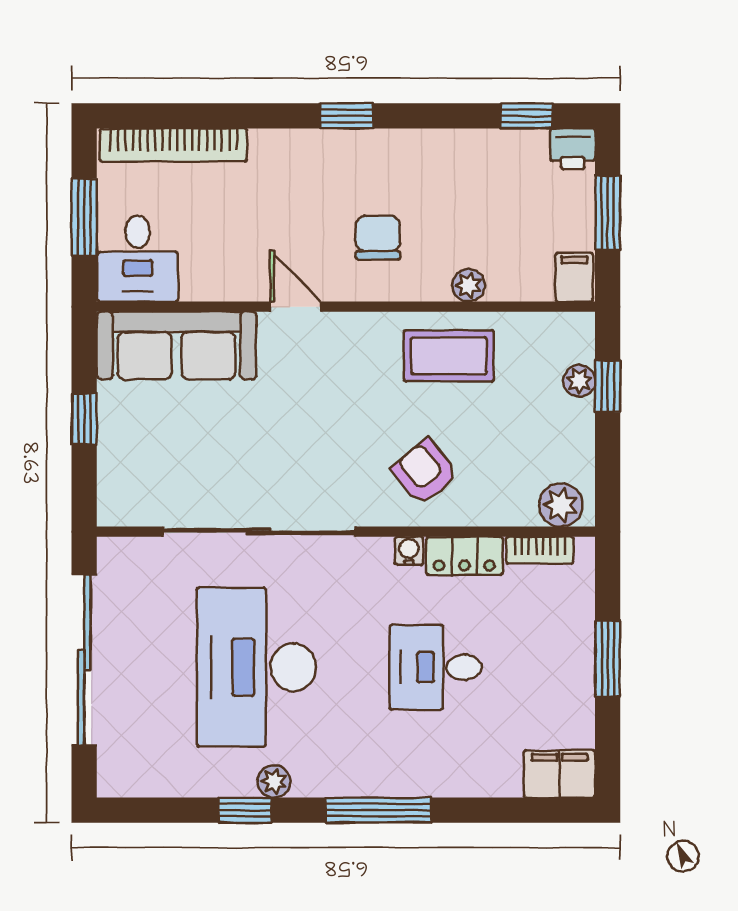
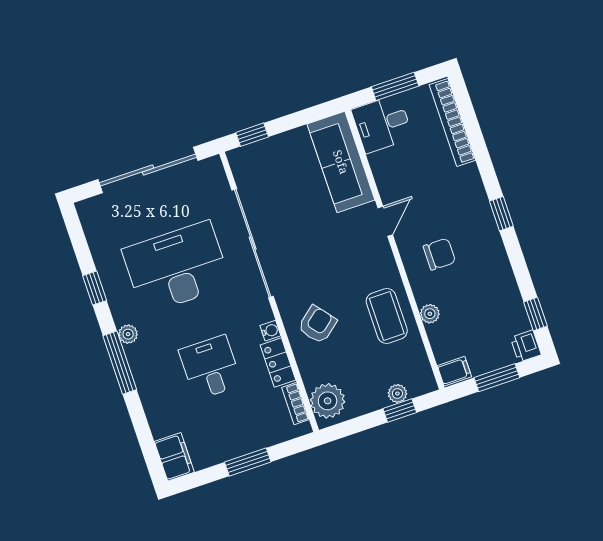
window: (84, 419) -> (252, 135), moved
plant: (561, 505) -> (328, 401), width x1.36, depth x1.36
plant: (274, 781) -> (128, 334), moved

